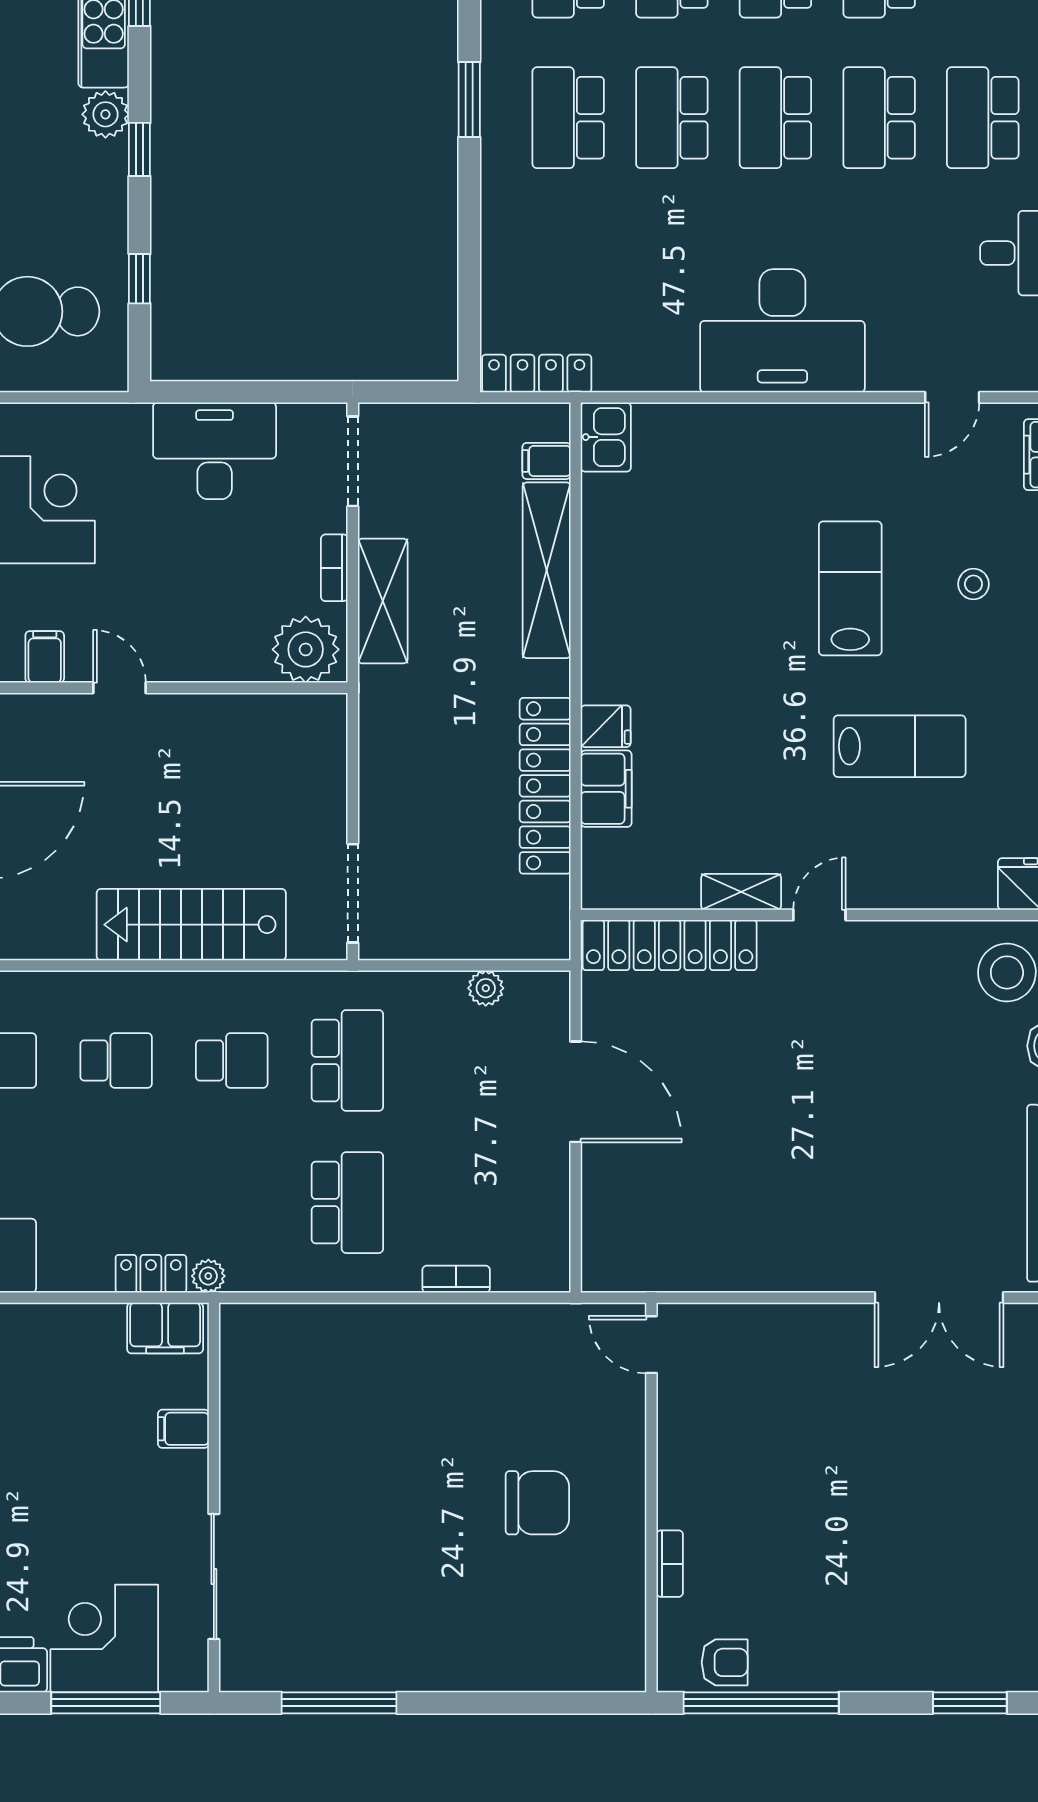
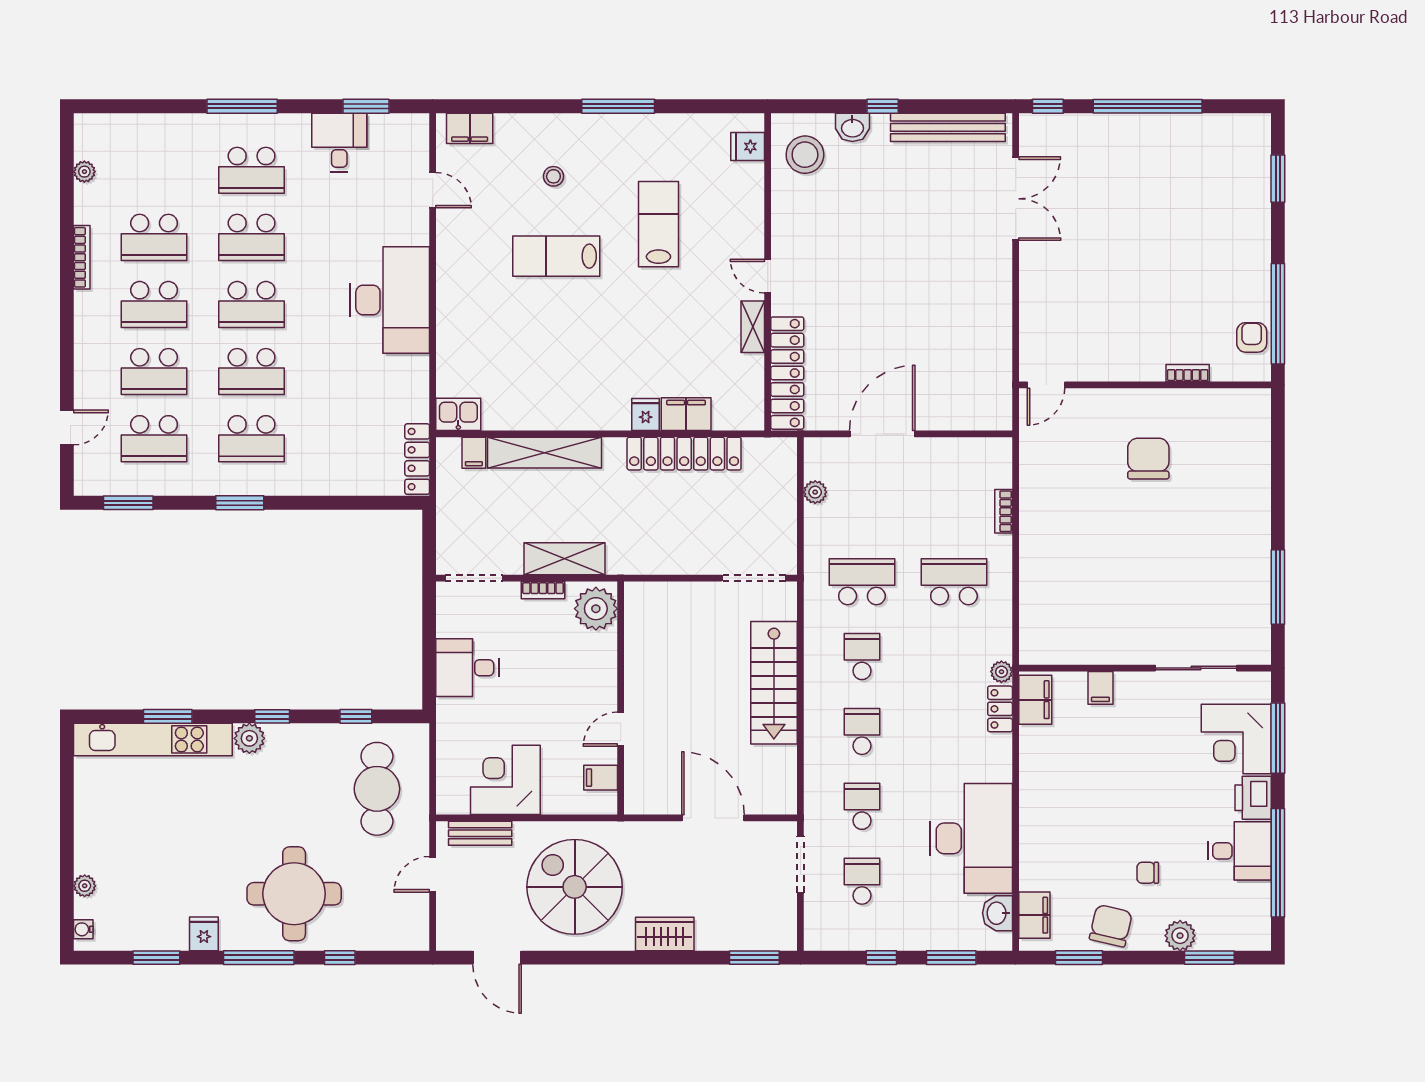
desk: (215, 451) -> (467, 668), width x0.73

